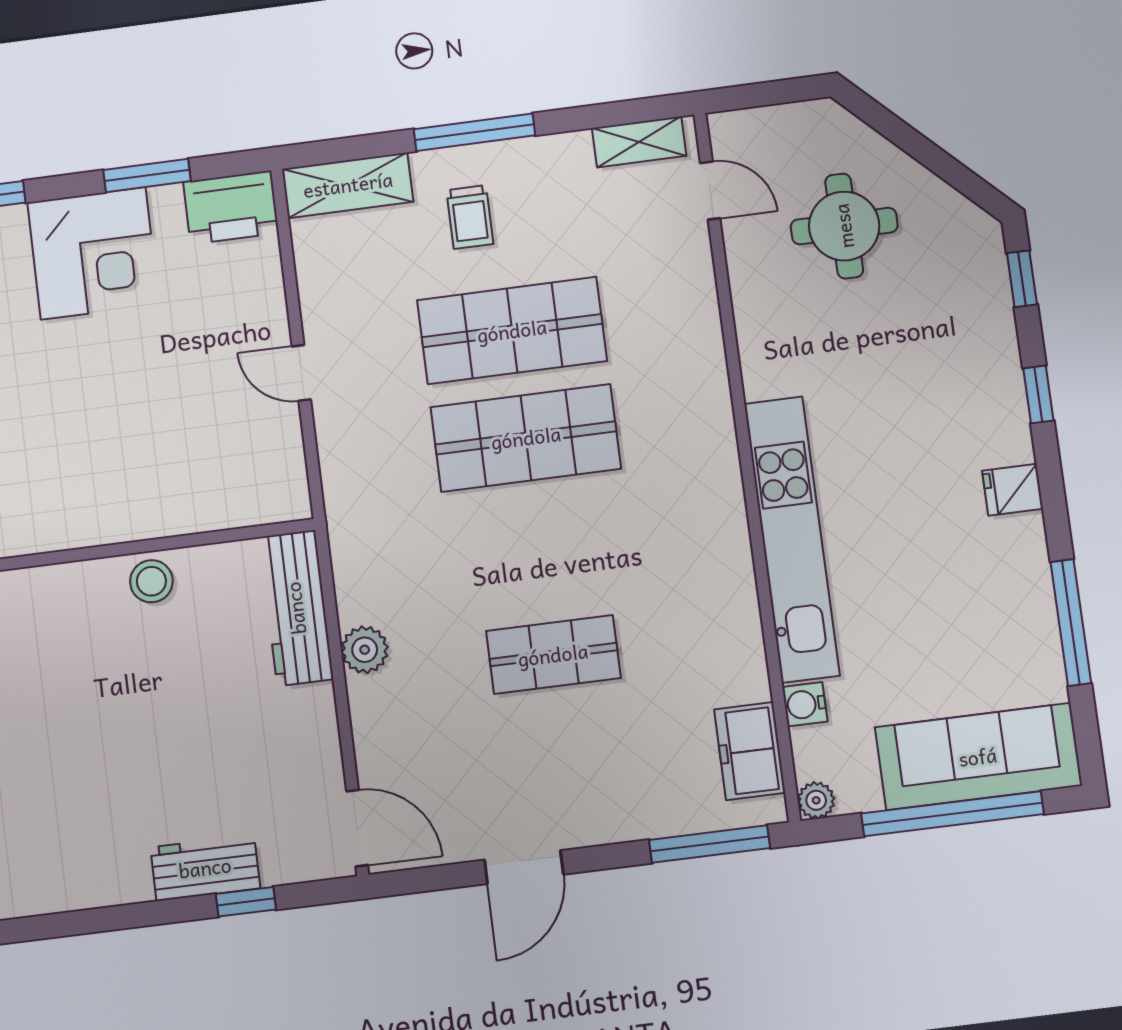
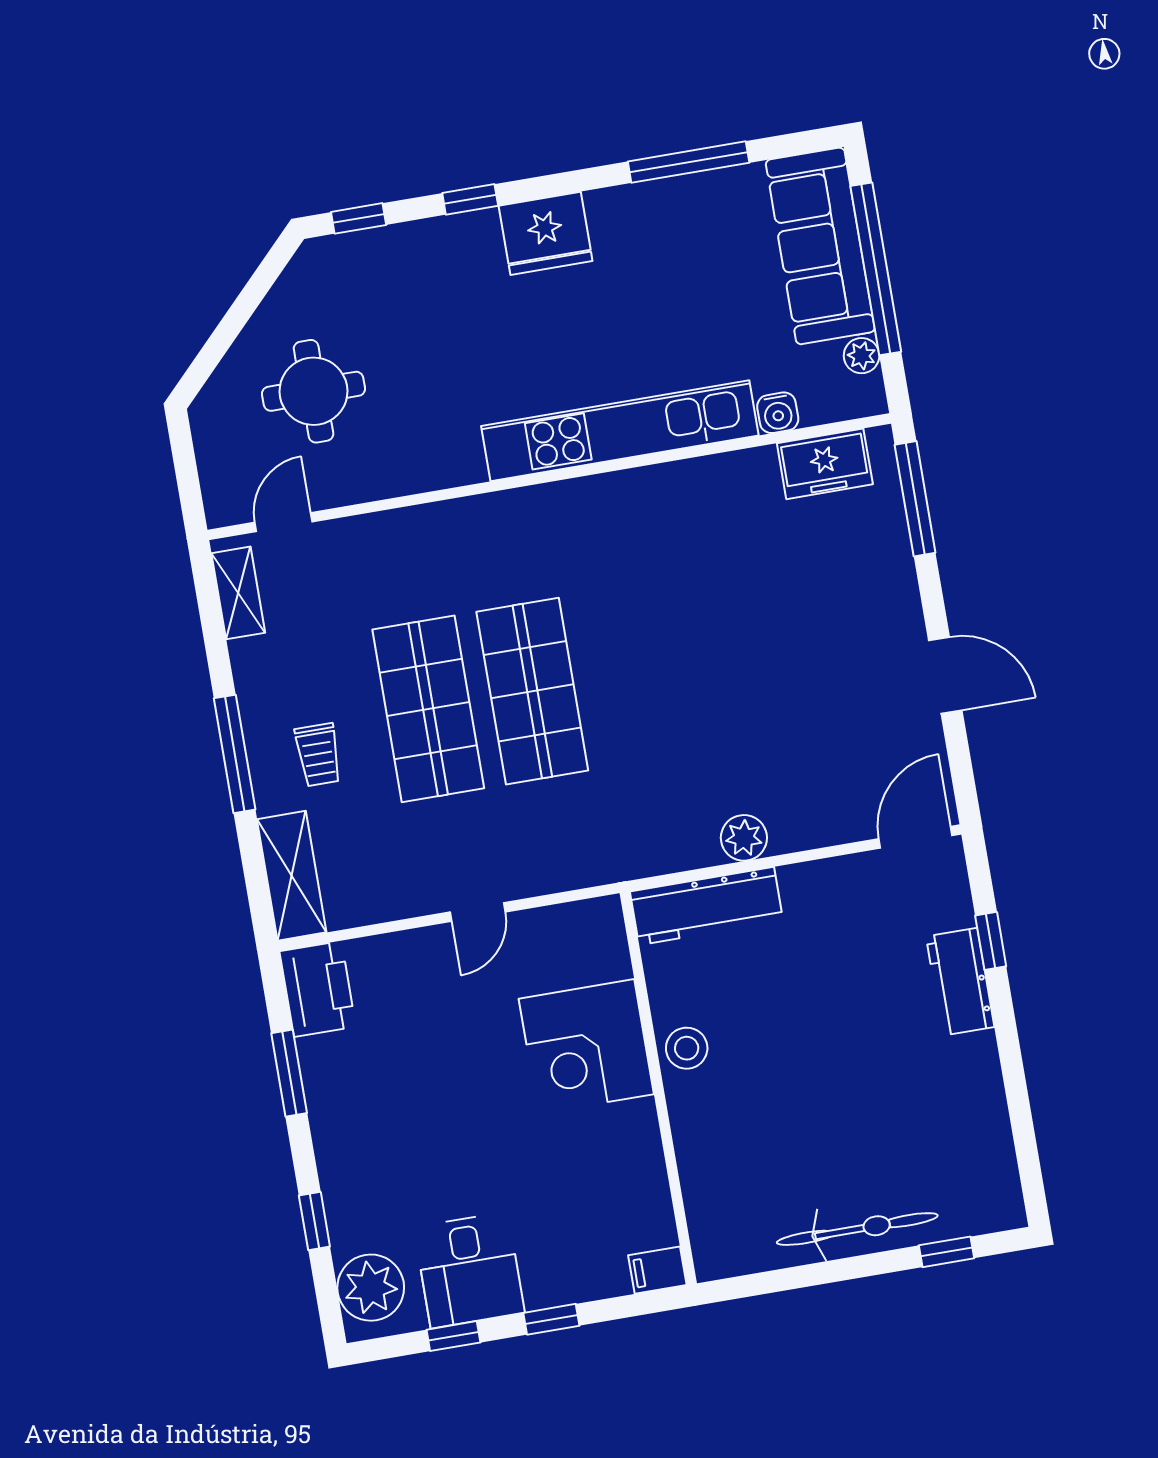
trolley: (470, 217) -> (318, 755), turned 90
corner desk: (93, 253) -> (586, 1046), moved, turned 180
fridge: (1013, 490) -> (546, 233), width x1.88, depth x1.34
shop shelf: (553, 655) -> (741, 656), removed
plant: (816, 800) -> (862, 356), moved

